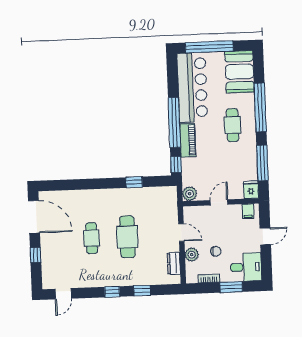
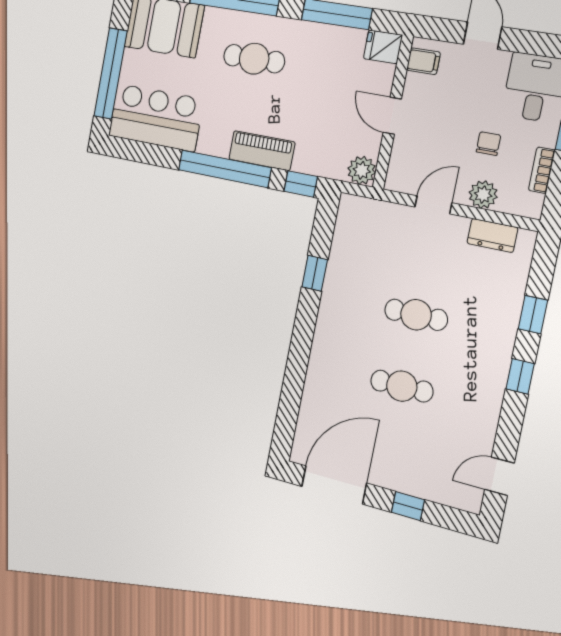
bar counter: (192, 87) -> (156, 117), width x0.73
cafe table: (127, 237) -> (416, 315), width x0.73, depth x0.74
door: (63, 294) -> (499, 476), swing flipped

